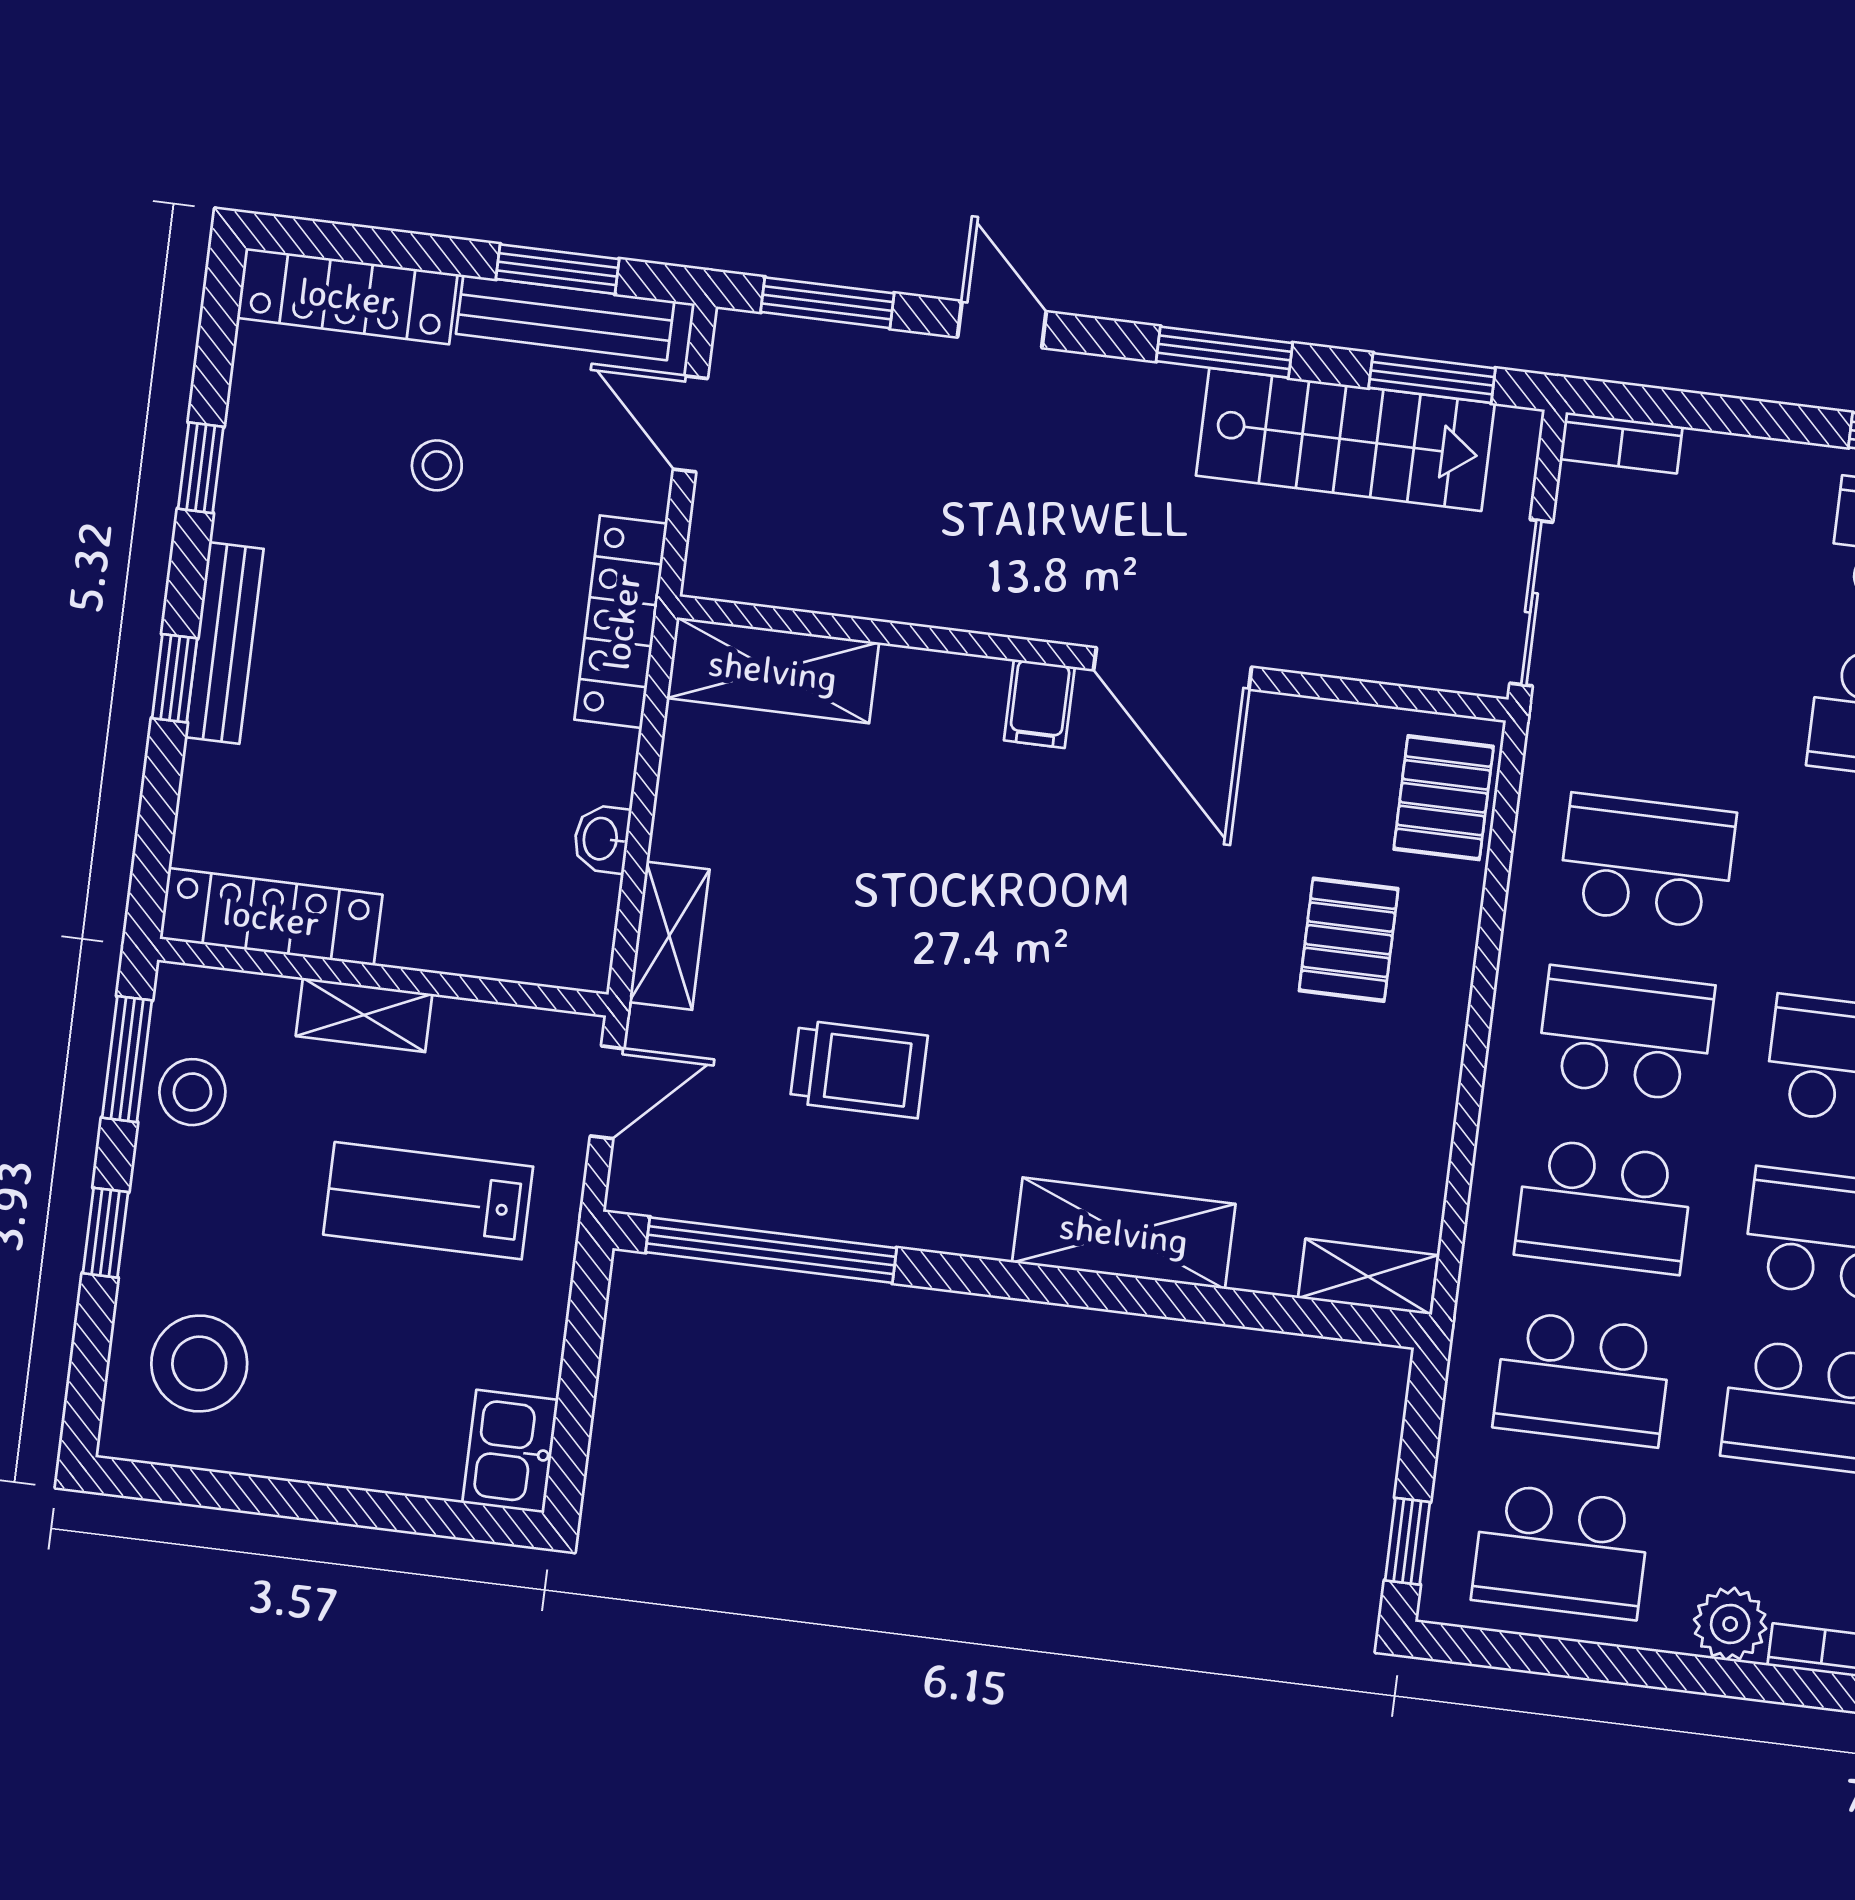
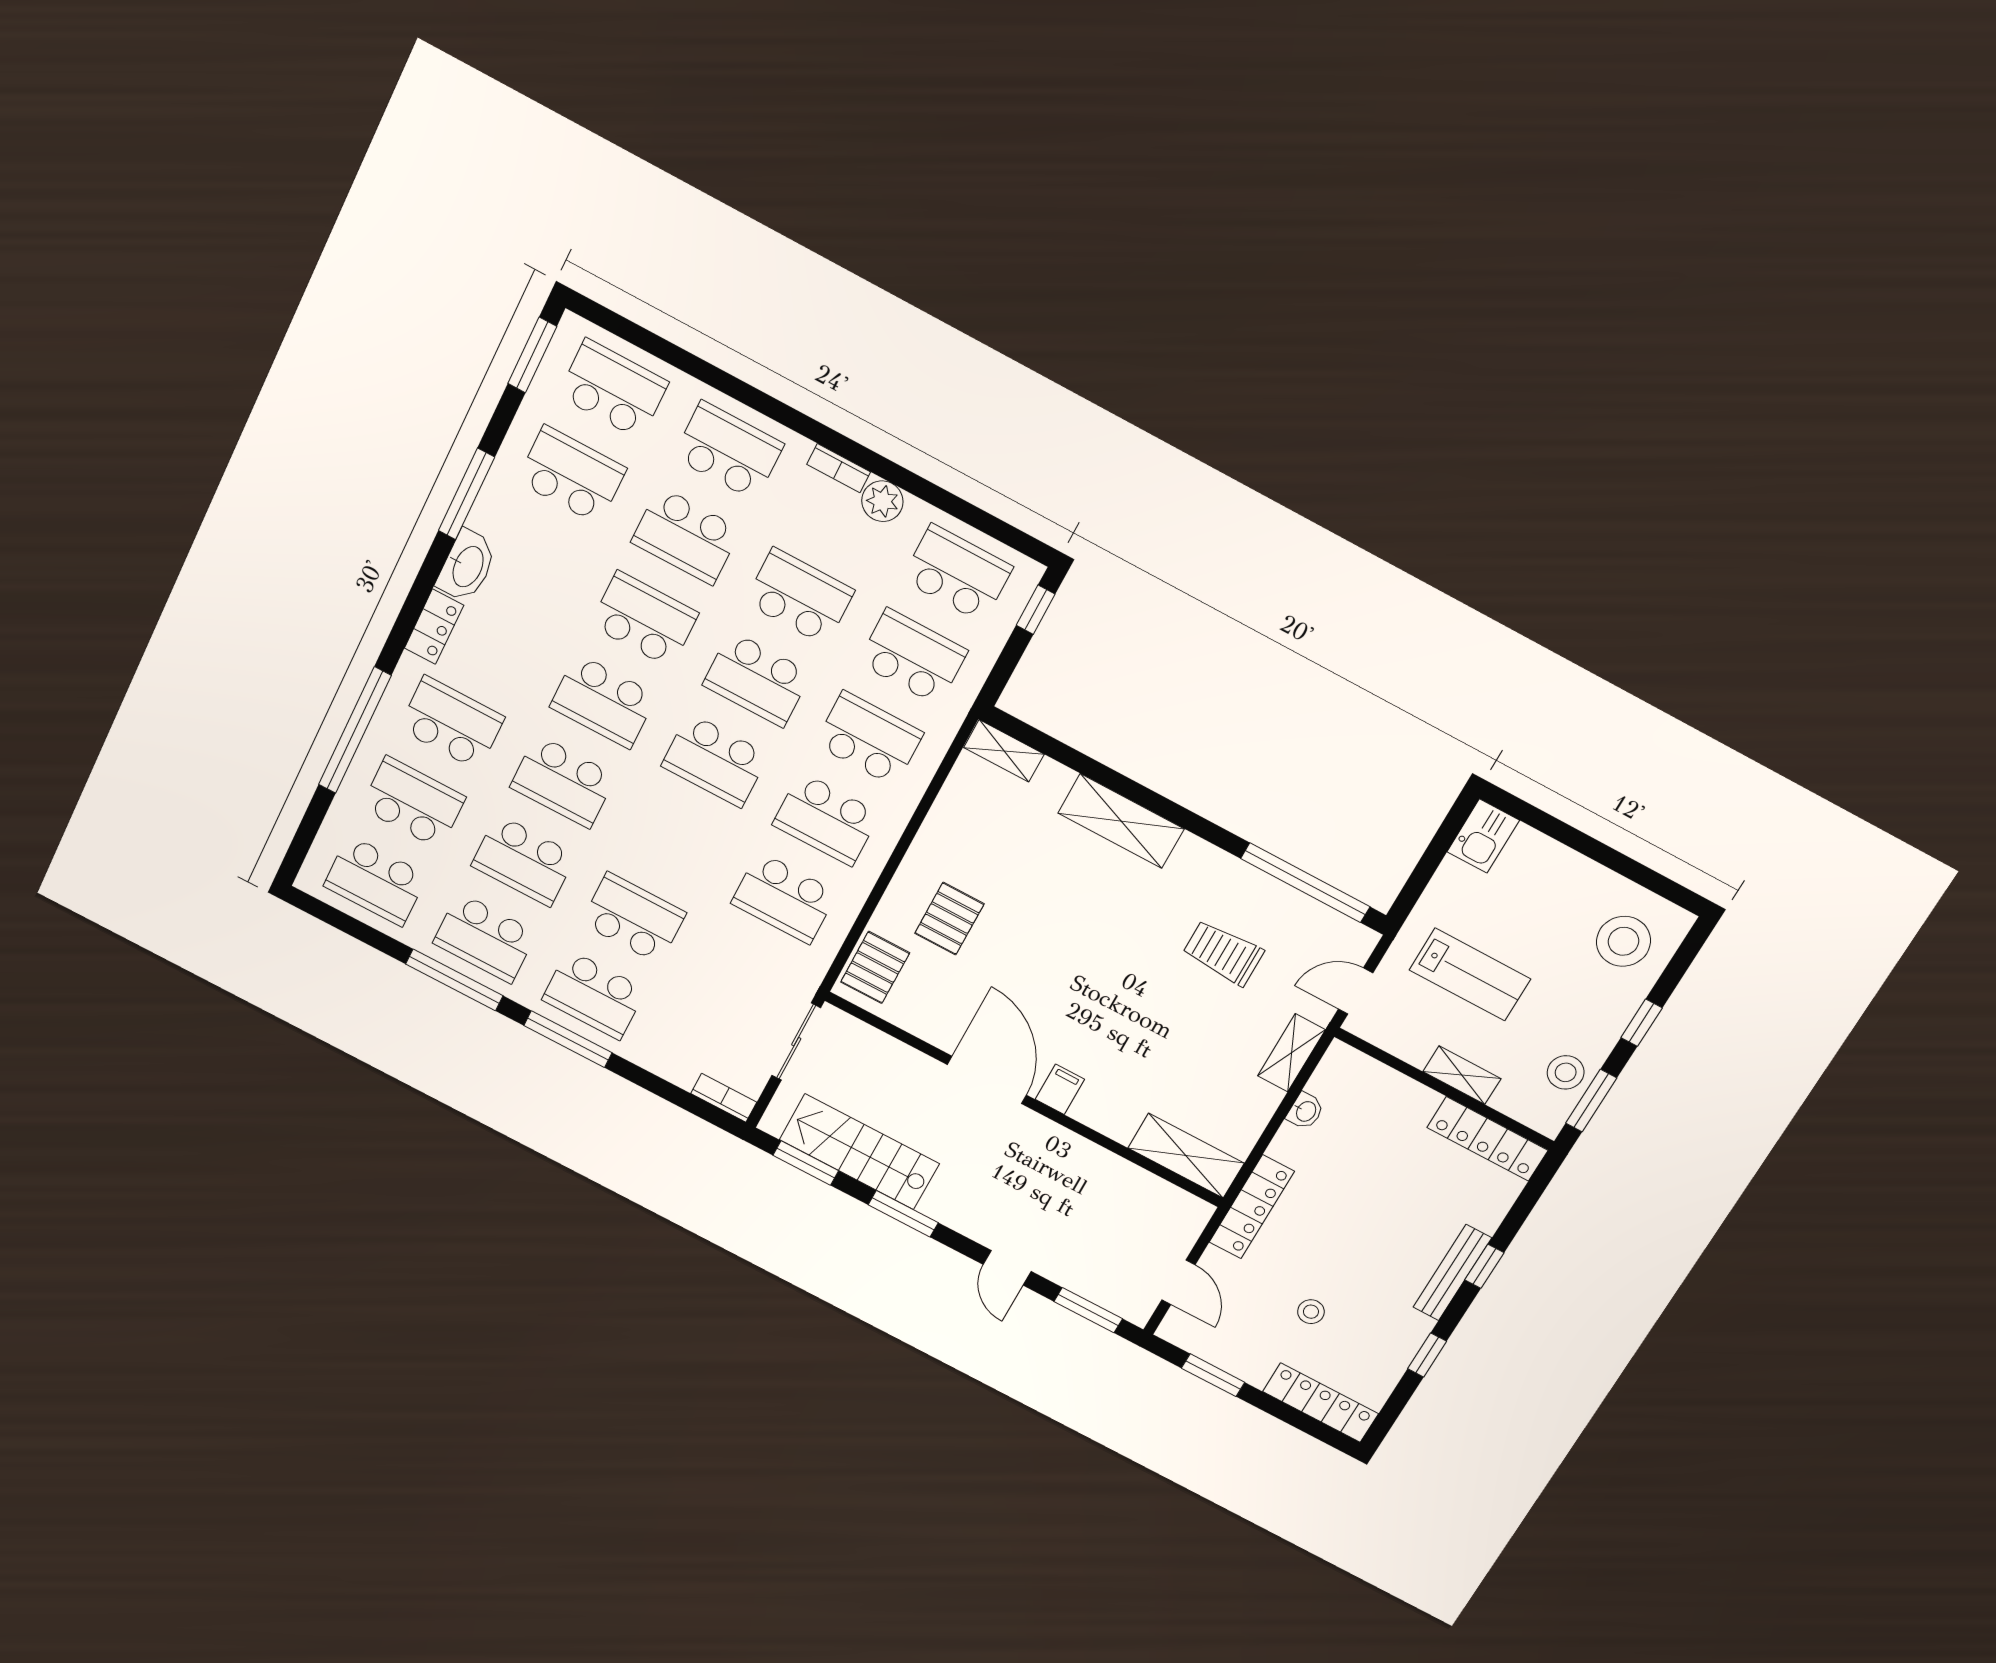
bench: (565, 318) -> (1219, 1353), removed

